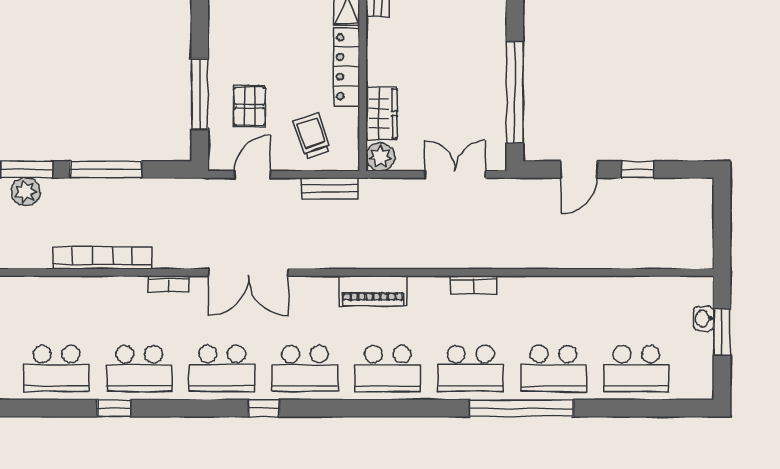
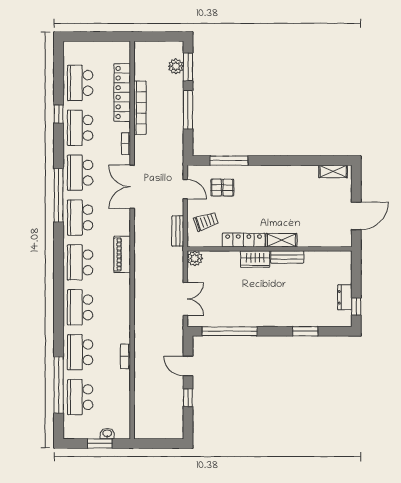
wardrobe: (382, 114) -> (255, 259), moved
bookcase: (473, 285) -> (125, 356), moved
locker: (74, 291) -> (122, 92), added
window: (264, 408) -> (59, 195), width x3.17
window: (521, 408) -> (59, 385), moved

